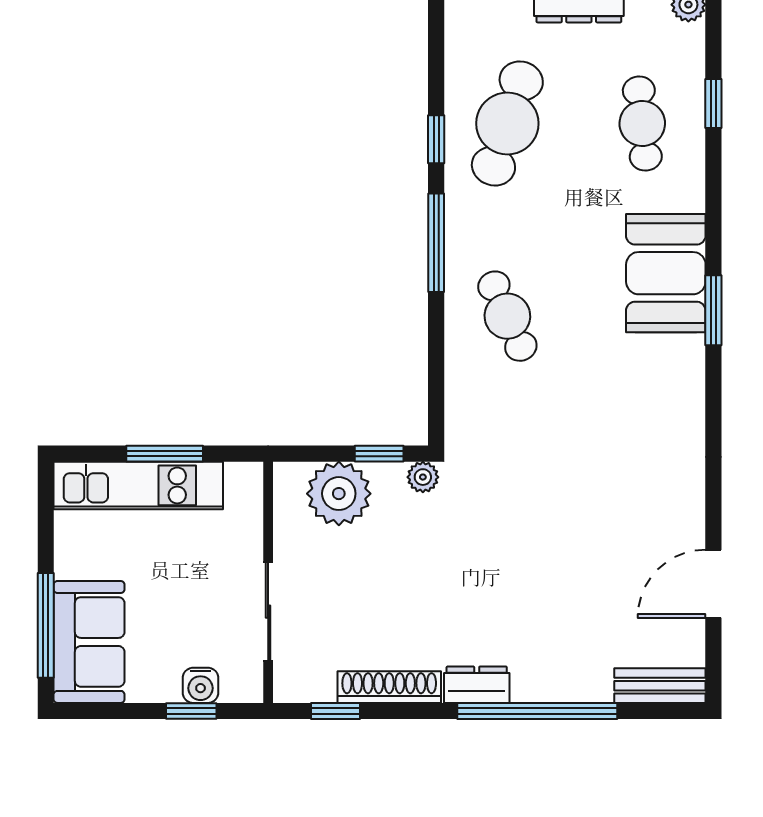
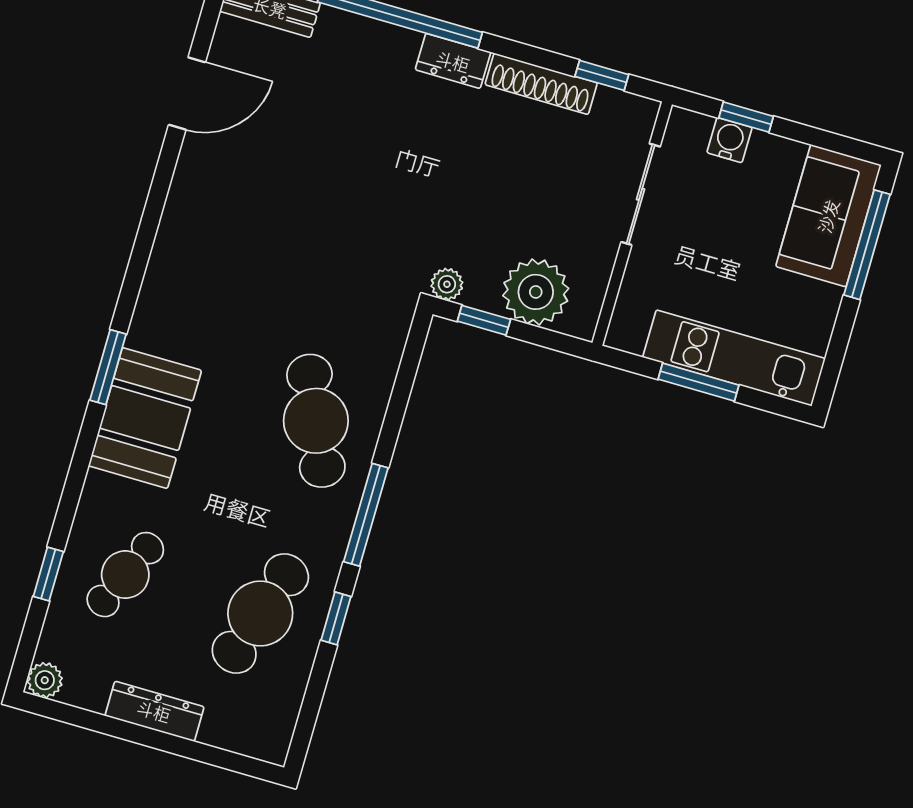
cafe table: (642, 123) -> (125, 575), turned 30
cafe table: (507, 316) -> (316, 421), width x1.37, depth x1.35

